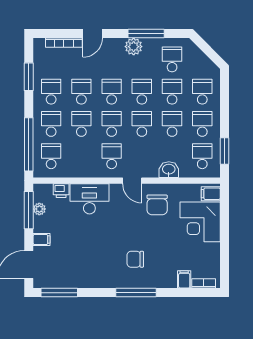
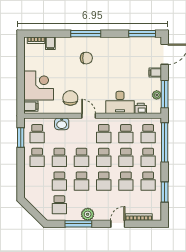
school desk: (202, 92) -> (126, 134), moved

